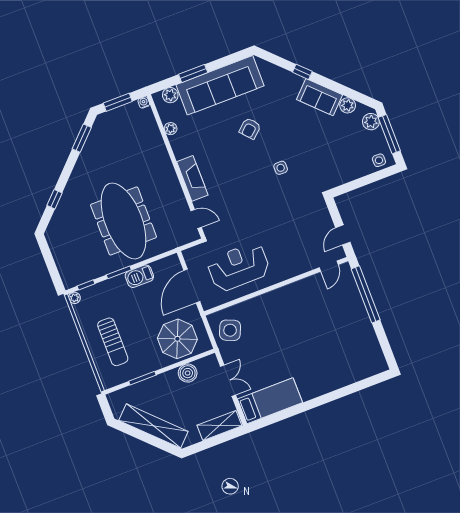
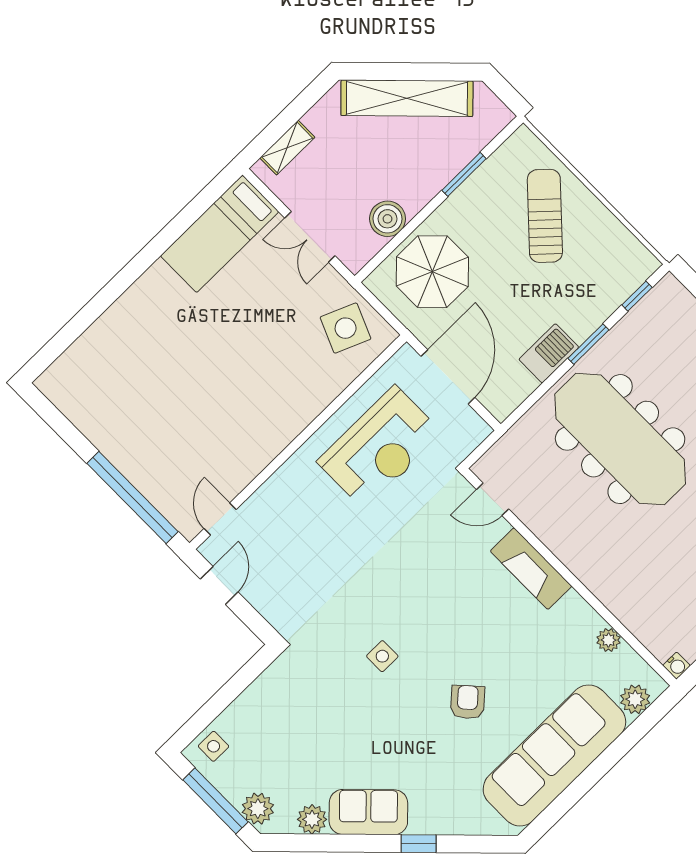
window: (193, 73) -> (611, 756), removed
plant: (74, 298) -> (647, 264), removed
sun lounger: (113, 342) -> (545, 216), turned 43
shelving: (219, 425) -> (287, 148), width x0.67, depth x0.75

